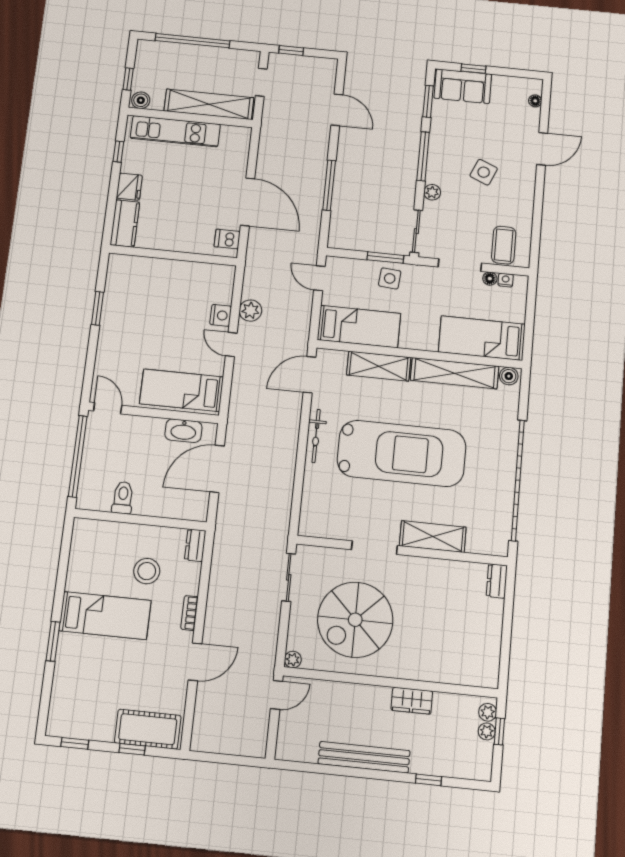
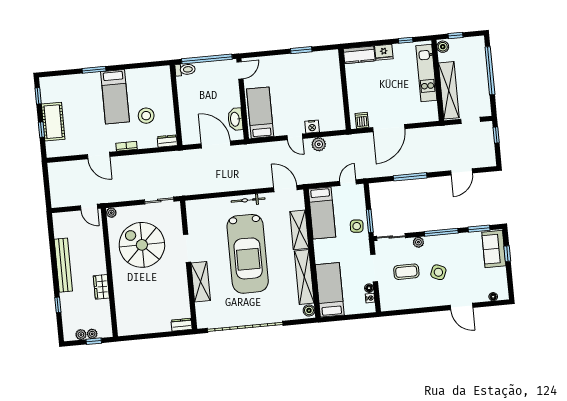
coffee table: (504, 245) -> (406, 272), moved
door: (231, 344) -> (295, 137), swing flipped
toilet: (123, 498) -> (185, 70), moved
plant: (488, 712) -> (81, 335), moved
cot: (148, 729) -> (53, 122), moved

